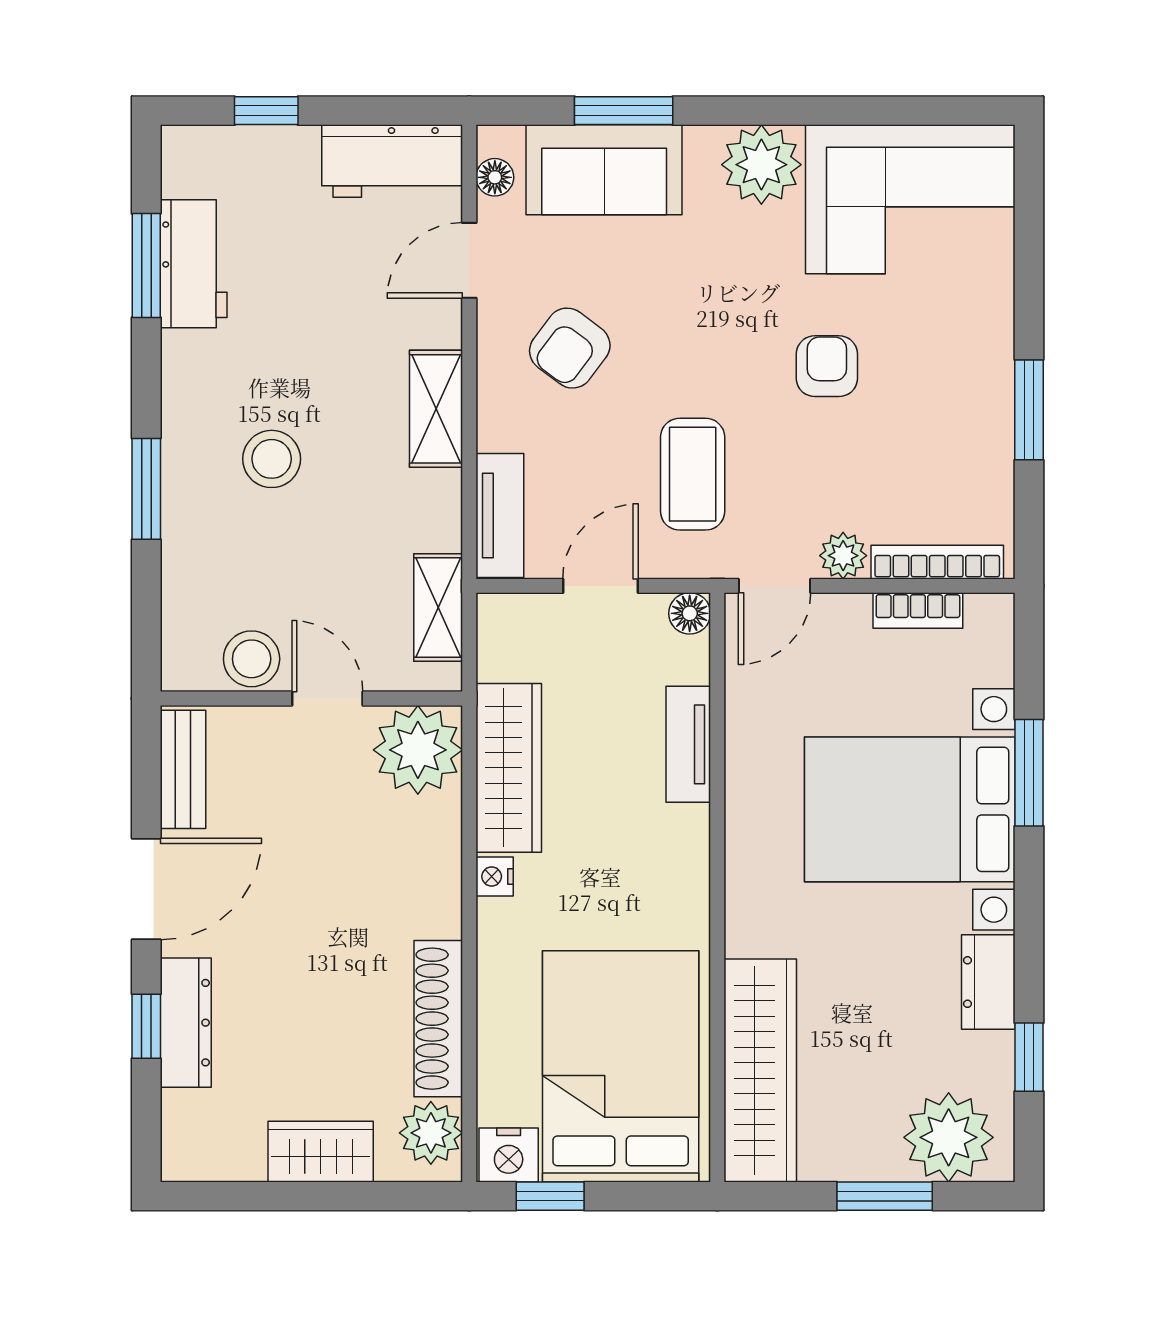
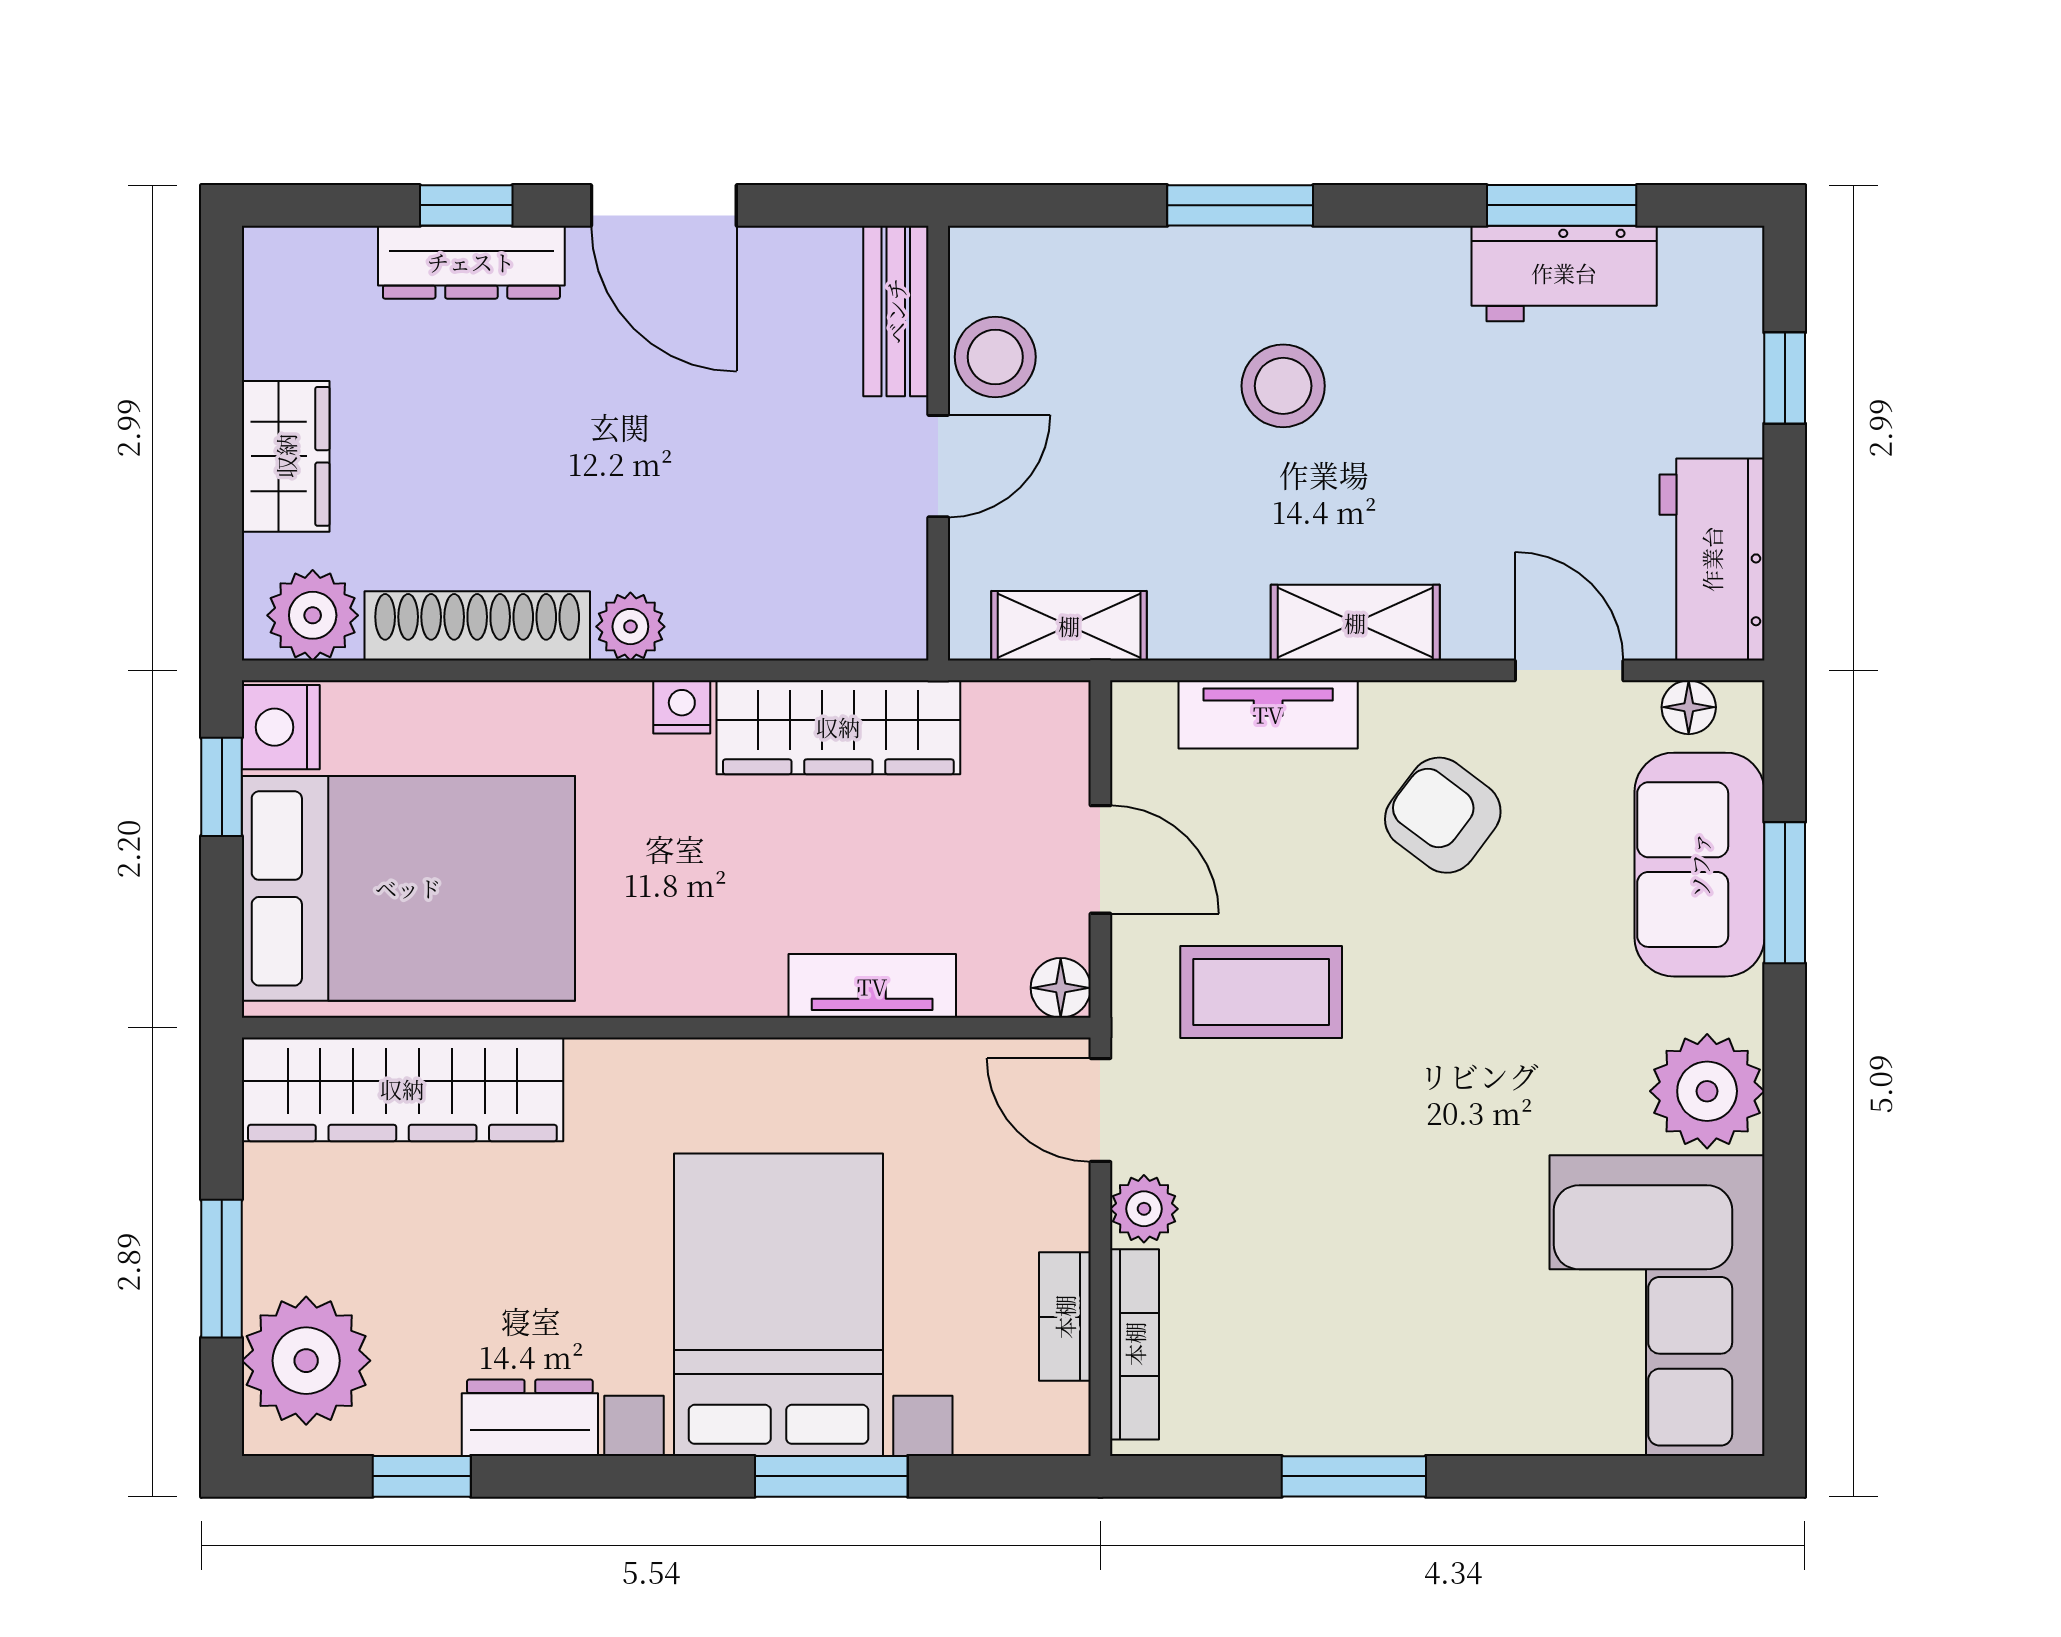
armchair: (827, 366) -> (1417, 1185), removed
tv unit: (500, 516) -> (1268, 714), moved
plant: (418, 750) -> (630, 627), moved, width x0.53, depth x0.53
bench: (183, 769) -> (896, 311), moved, turned 90

